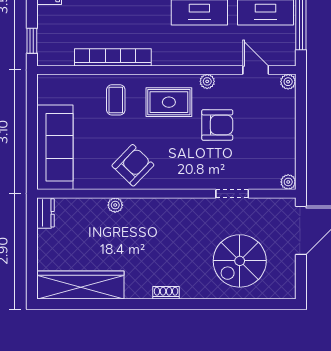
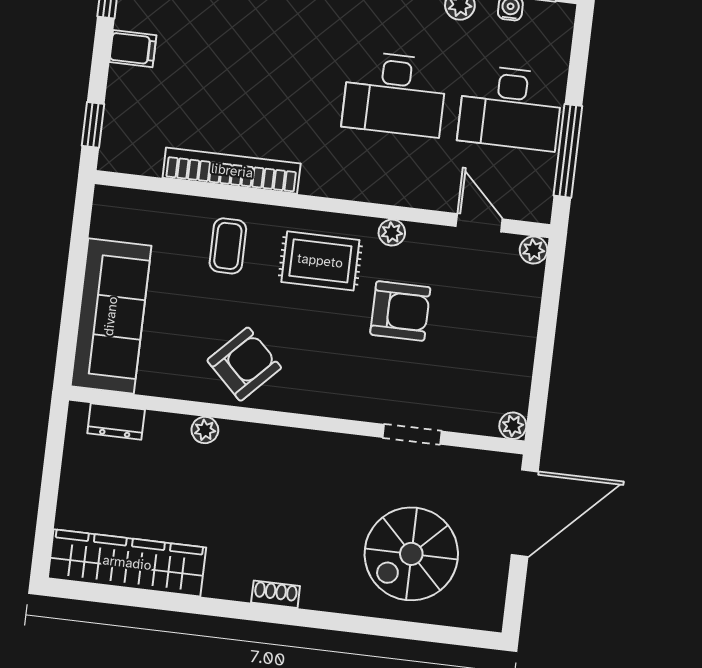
dresser: (45, 213) -> (116, 421), moved, turned 90

